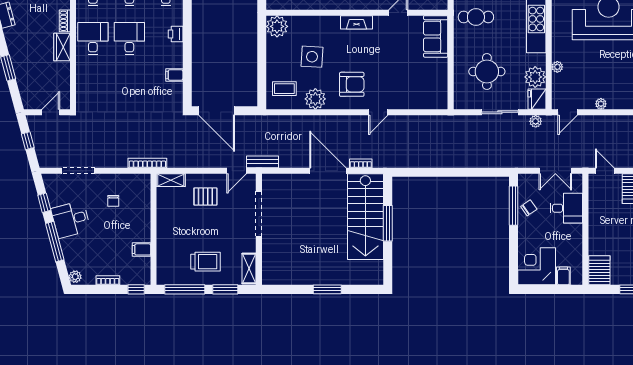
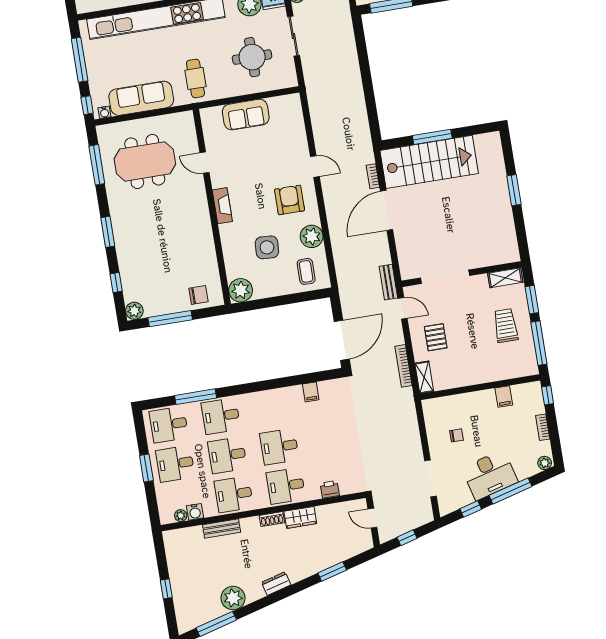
printer: (176, 34) -> (330, 489), moved, turned 180
sofa: (436, 36) -> (246, 115), moved
bookcase: (147, 163) -> (403, 366), moved
desk: (71, 219) -> (490, 475), width x1.37

